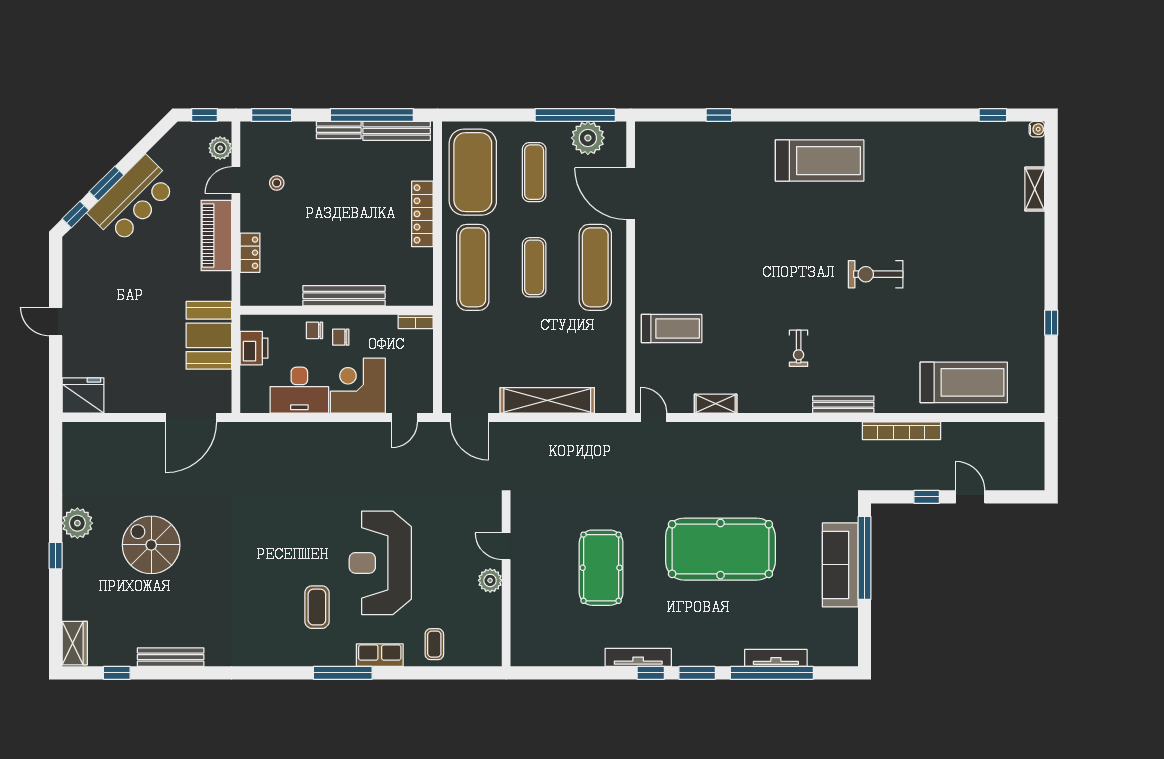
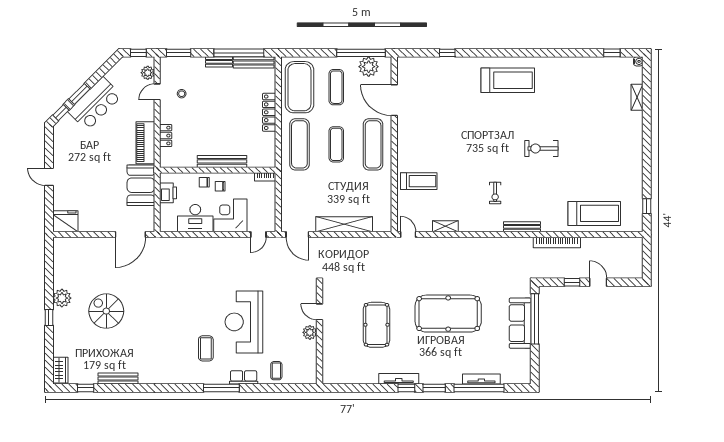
piano: (216, 235) -> (145, 143), moved
window: (1051, 323) -> (647, 206), moved

